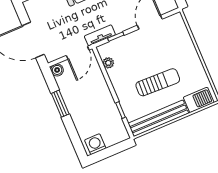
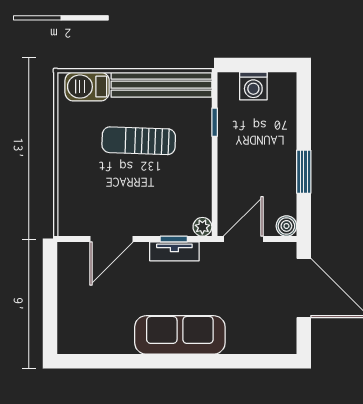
tv unit: (100, 35) -> (174, 251), moved
plant: (108, 63) -> (202, 227), moved
washing machine: (95, 144) -> (253, 86), moved

